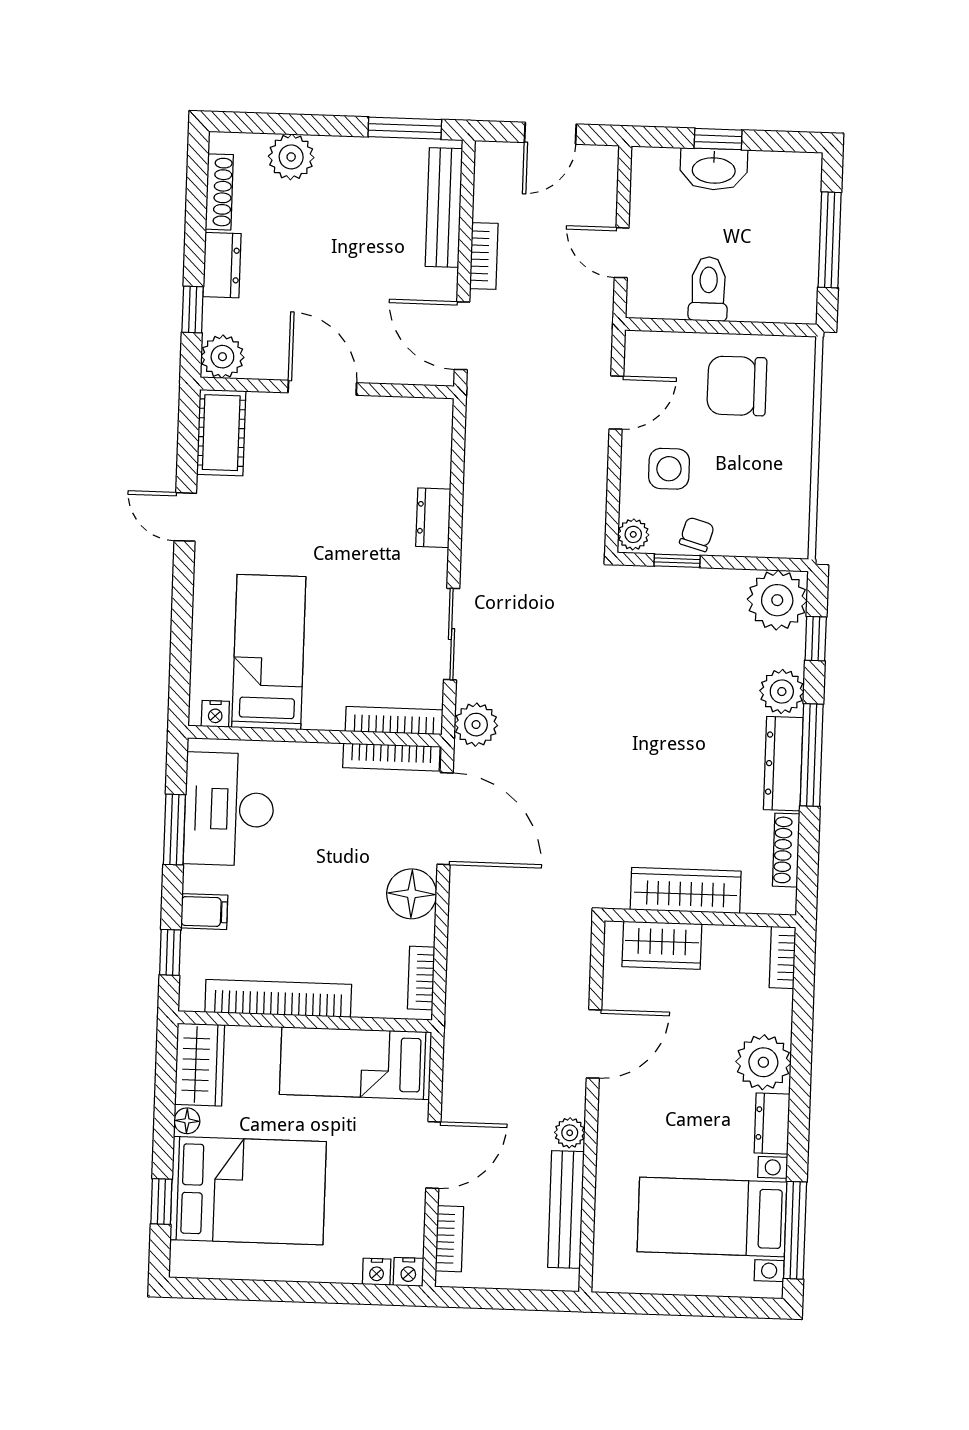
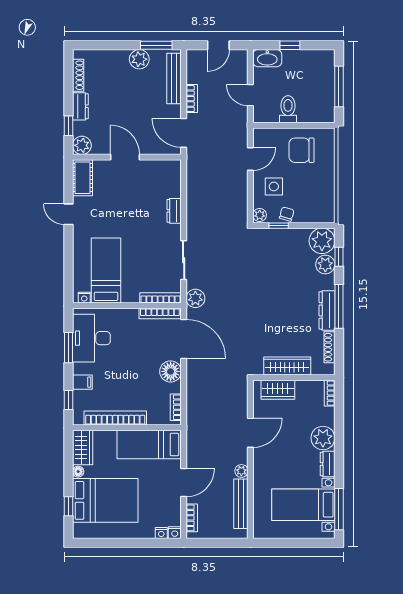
plant: (291, 157) -> (139, 59), moved
washbasin: (714, 169) -> (267, 58), moved
plant: (782, 692) -> (325, 265), moved

